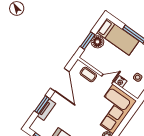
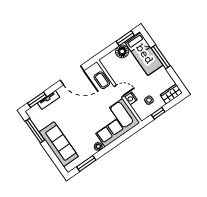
window: (88, 41) -> (125, 38), moved
door: (60, 80) -> (72, 75), hinge flipped
window: (42, 105) -> (37, 100), moved

